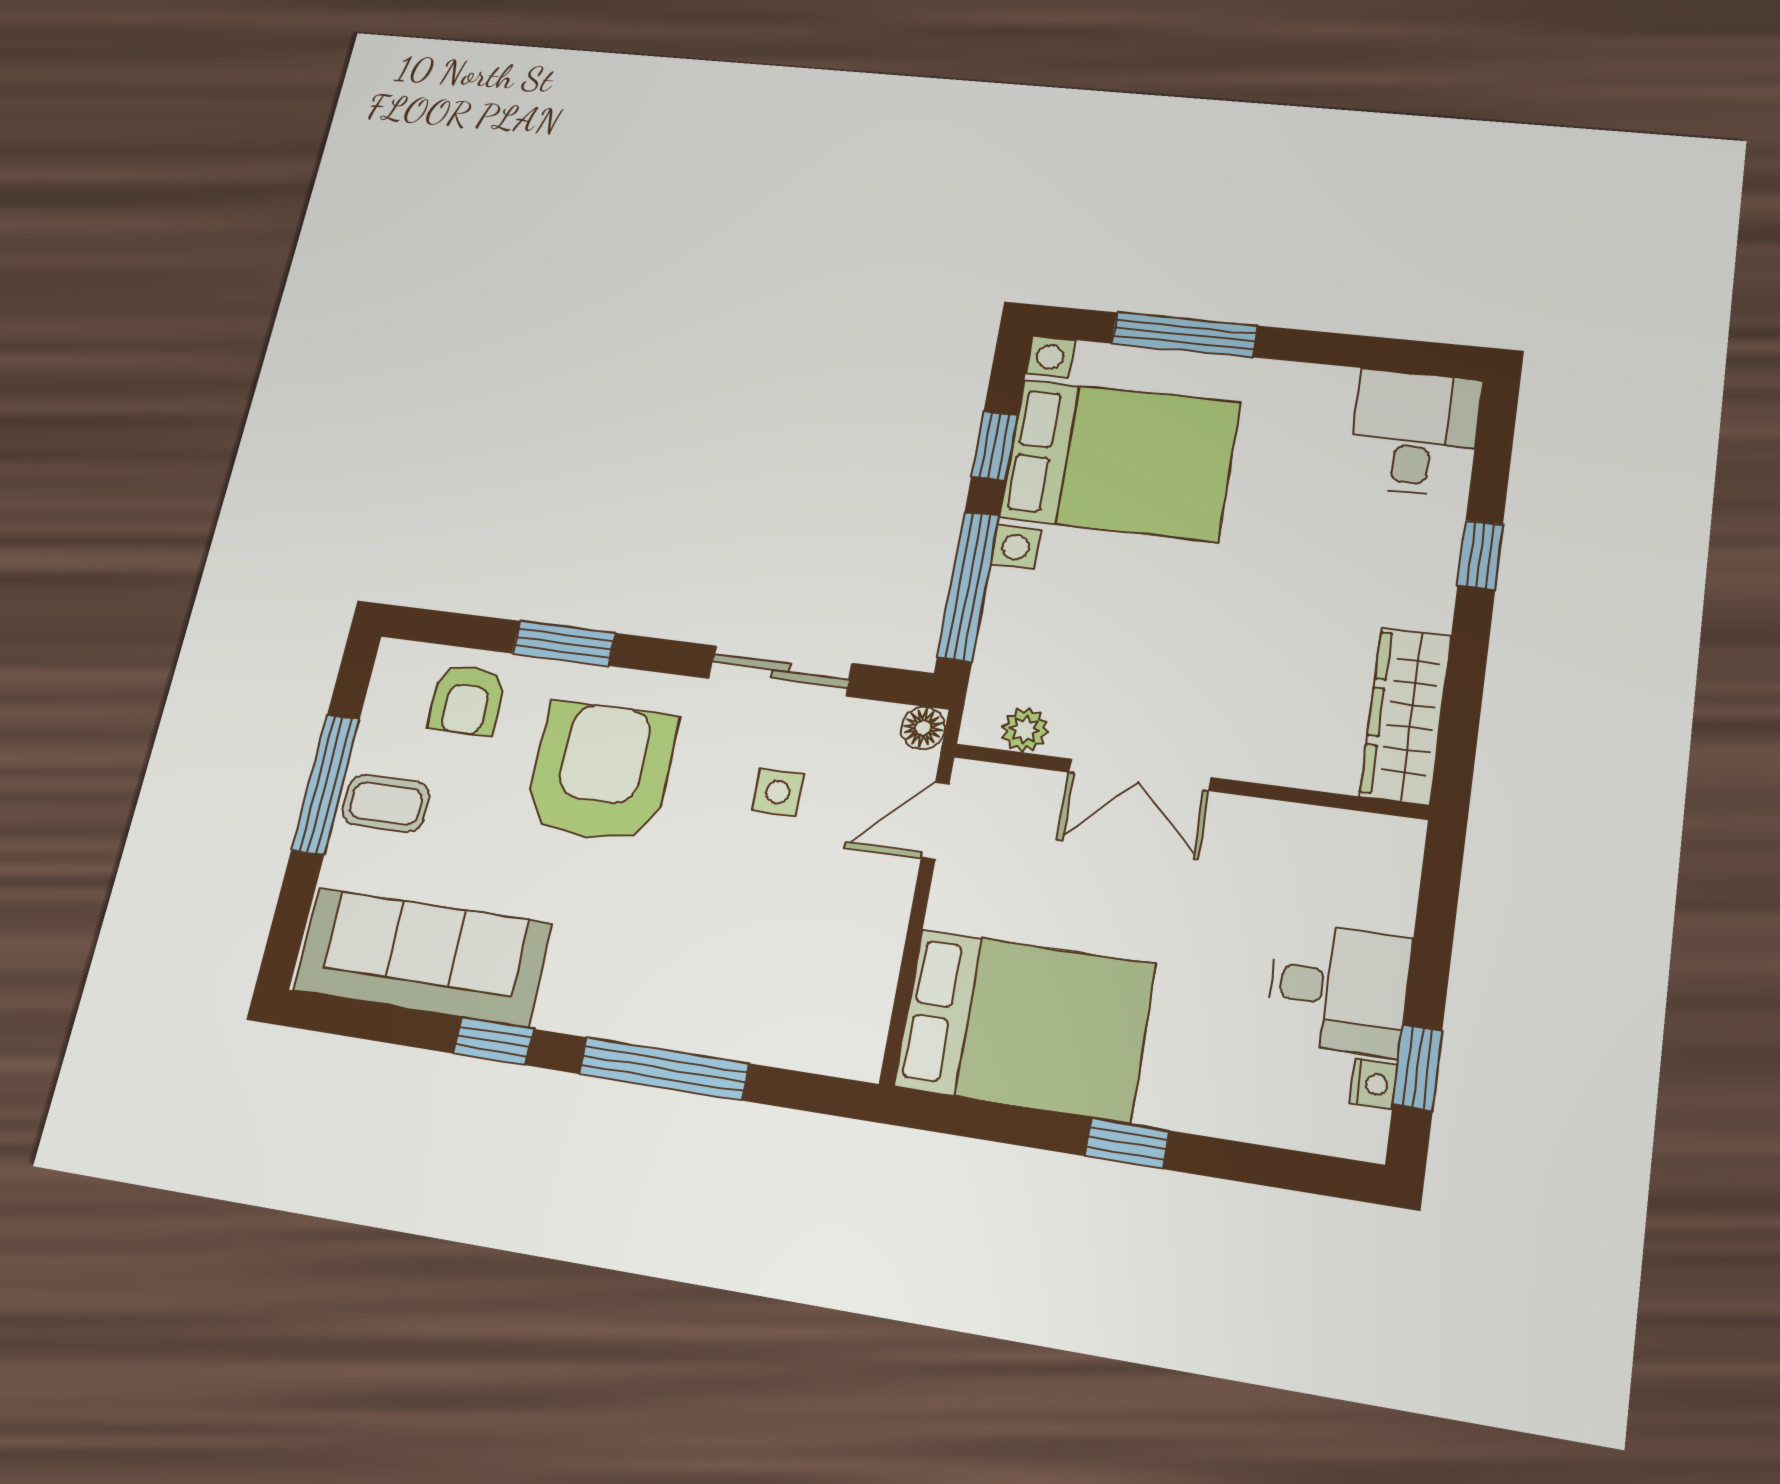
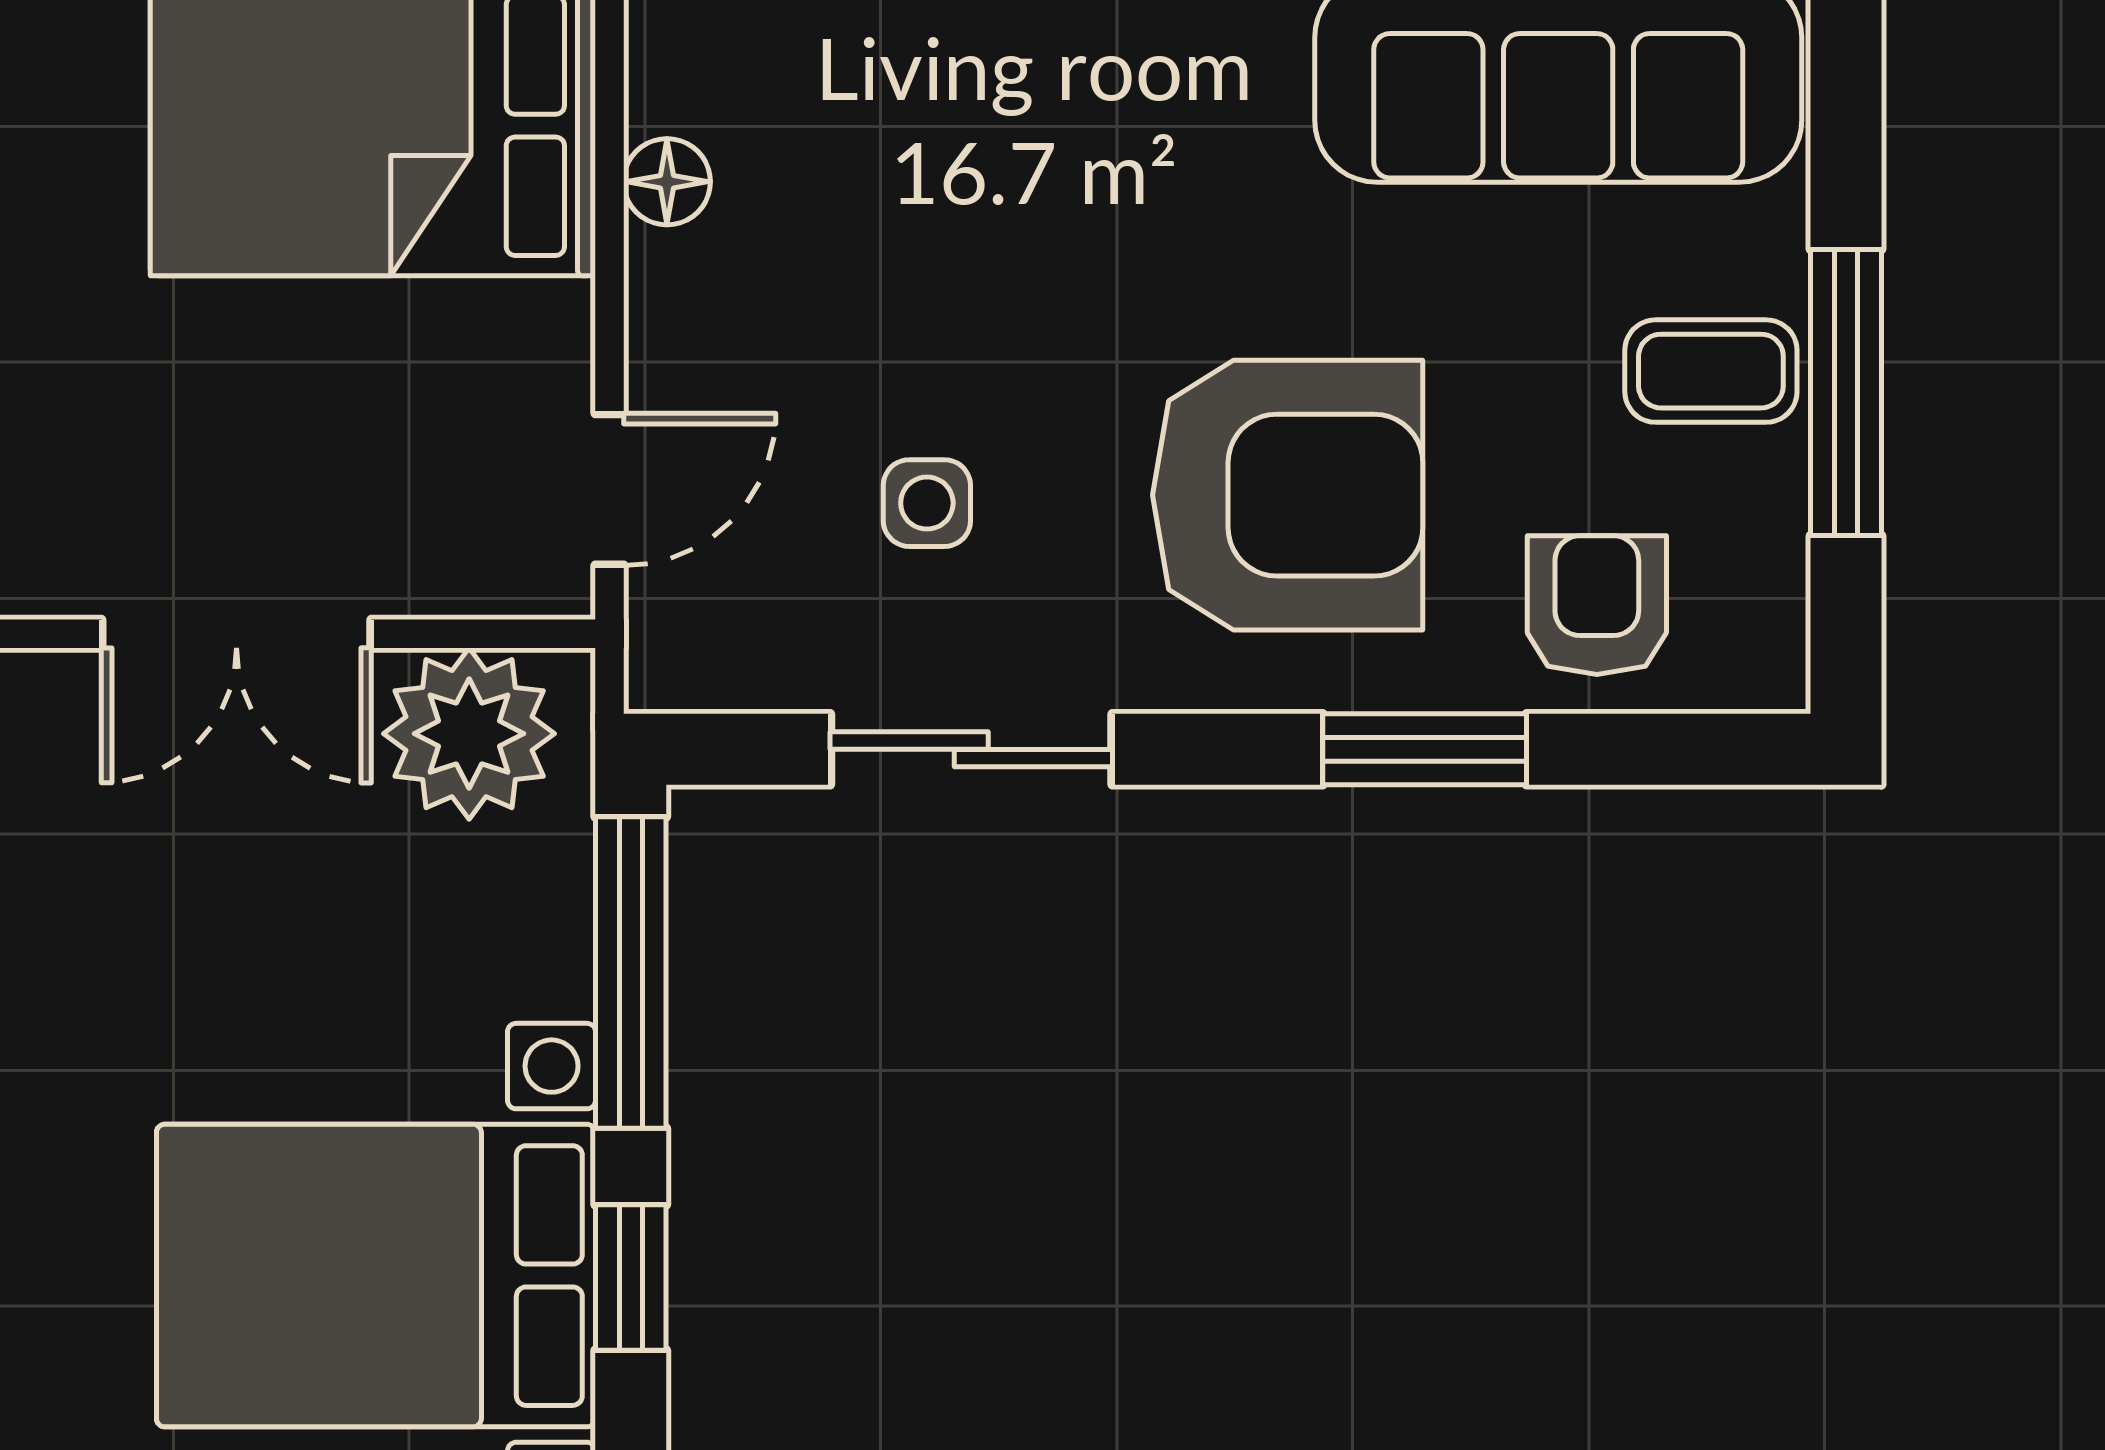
floor lamp: (923, 728) -> (667, 182), moved
plant: (1025, 730) -> (469, 734), width x1.88, depth x1.88
armchair: (601, 772) -> (1288, 495), turned -90
double door: (1140, 775) -> (236, 634), swing flipped

